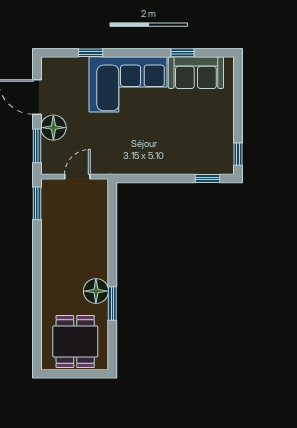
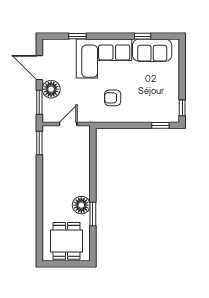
armchair: (140, 140) -> (113, 98), added

